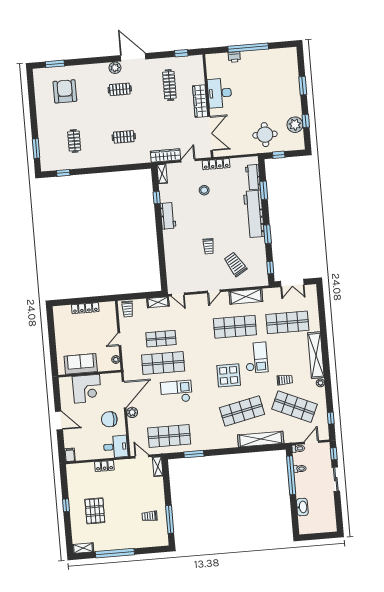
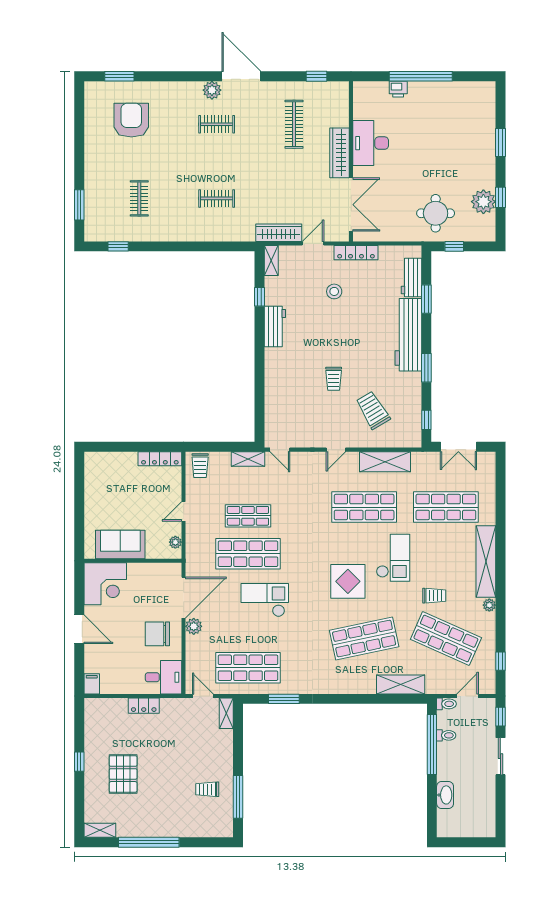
locker: (85, 308) -> (160, 459), moved
corner desk: (87, 389) -> (105, 584), moved
shelving: (261, 439) -> (401, 684), width x0.68

